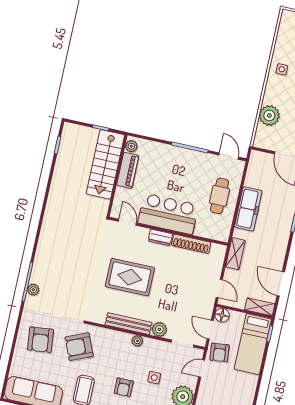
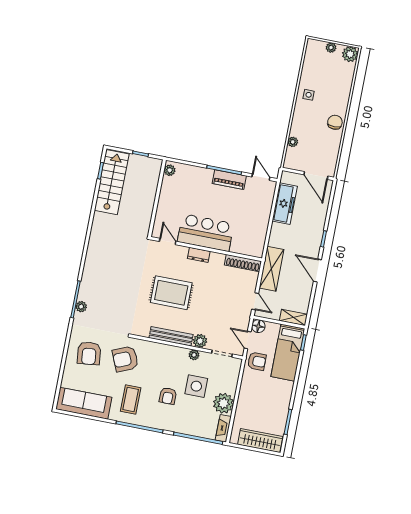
plant: (269, 116) -> (293, 142), width x0.53, depth x0.53
stairs: (105, 164) -> (112, 182), moved, turned 180
piano: (128, 170) -> (229, 180), moved, turned 90
cafe table: (220, 196) -> (253, 215), removed
freezer: (248, 209) -> (285, 204), moved
shoe rack: (191, 244) -> (243, 263), moved
shelving: (235, 254) -> (271, 269), width x1.50, depth x1.33
door: (281, 284) -> (317, 271), moved
plant: (137, 341) -> (194, 355), moved
armchair: (220, 353) -> (257, 361), turned -84
door: (202, 369) -> (240, 377), removed
side table: (154, 378) -> (196, 386), width x1.87, depth x1.87

